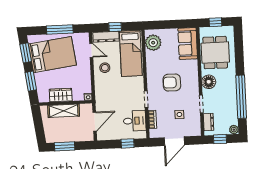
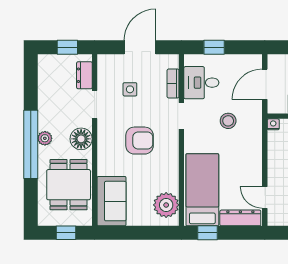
window: (115, 27) -> (207, 233), moved
stool: (105, 68) -> (228, 121), moved
window: (241, 97) -> (31, 144), moved
plant: (234, 130) -> (45, 138), moved

